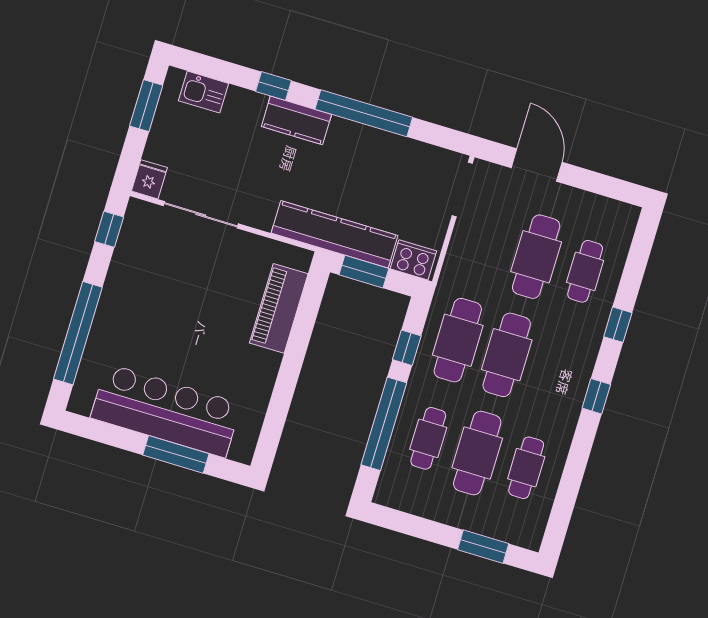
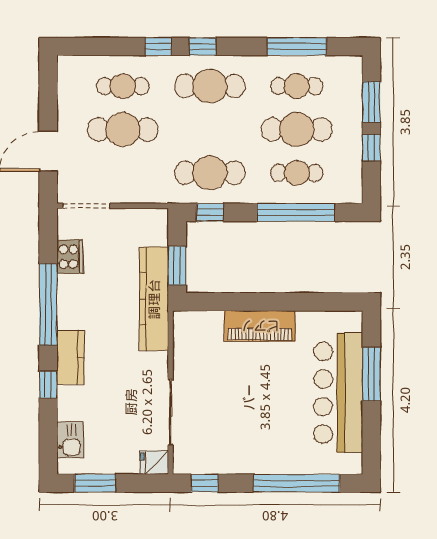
cooker: (413, 260) -> (70, 257), moved, turned 180
piano: (279, 308) -> (260, 326), moved
window: (407, 348) -> (210, 212), moved
cafe table: (507, 355) -> (210, 86), moved
window: (596, 396) -> (203, 46), moved
window: (571, 481) -> (297, 46), added
window: (431, 531) -> (371, 148), added

